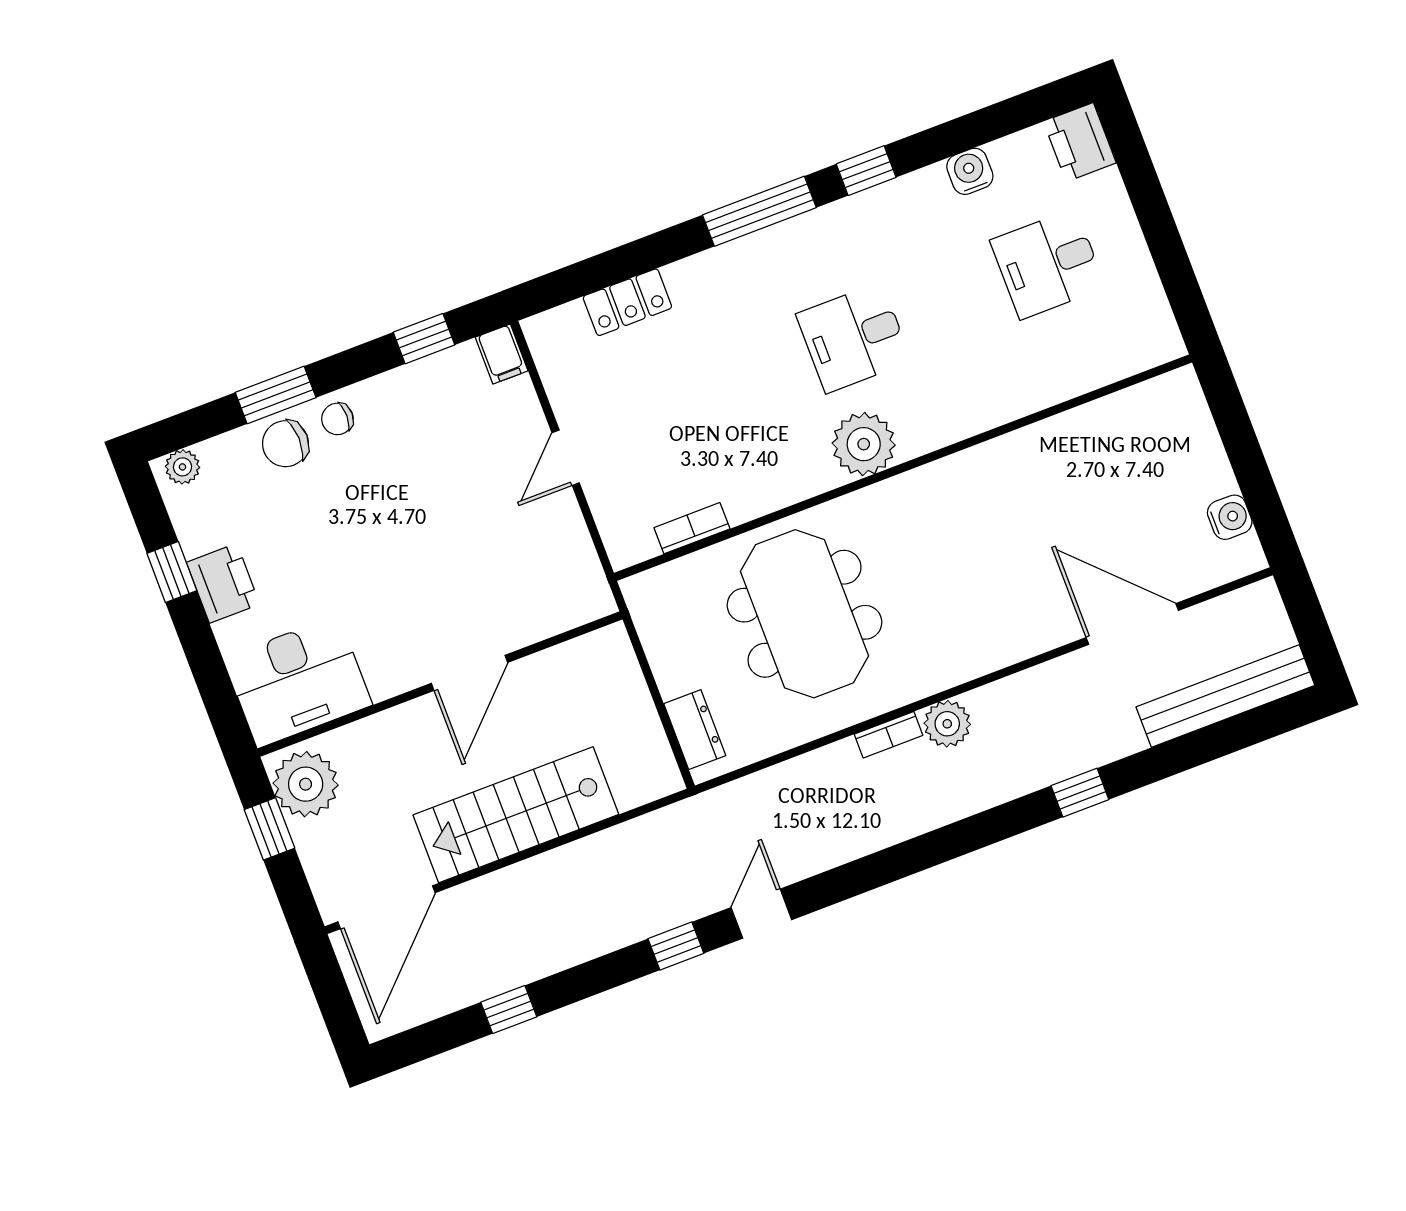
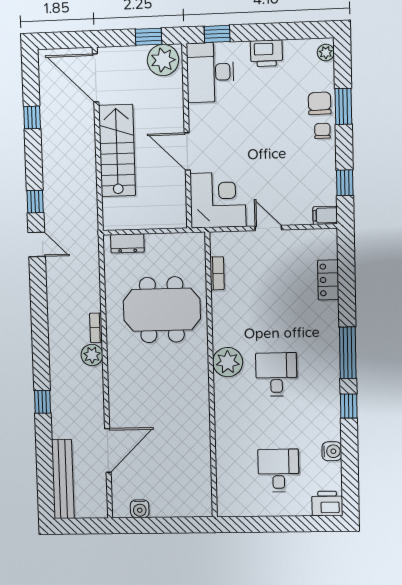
window: (172, 572) -> (217, 34), moved
corner desk: (545, 578) -> (218, 200), added

